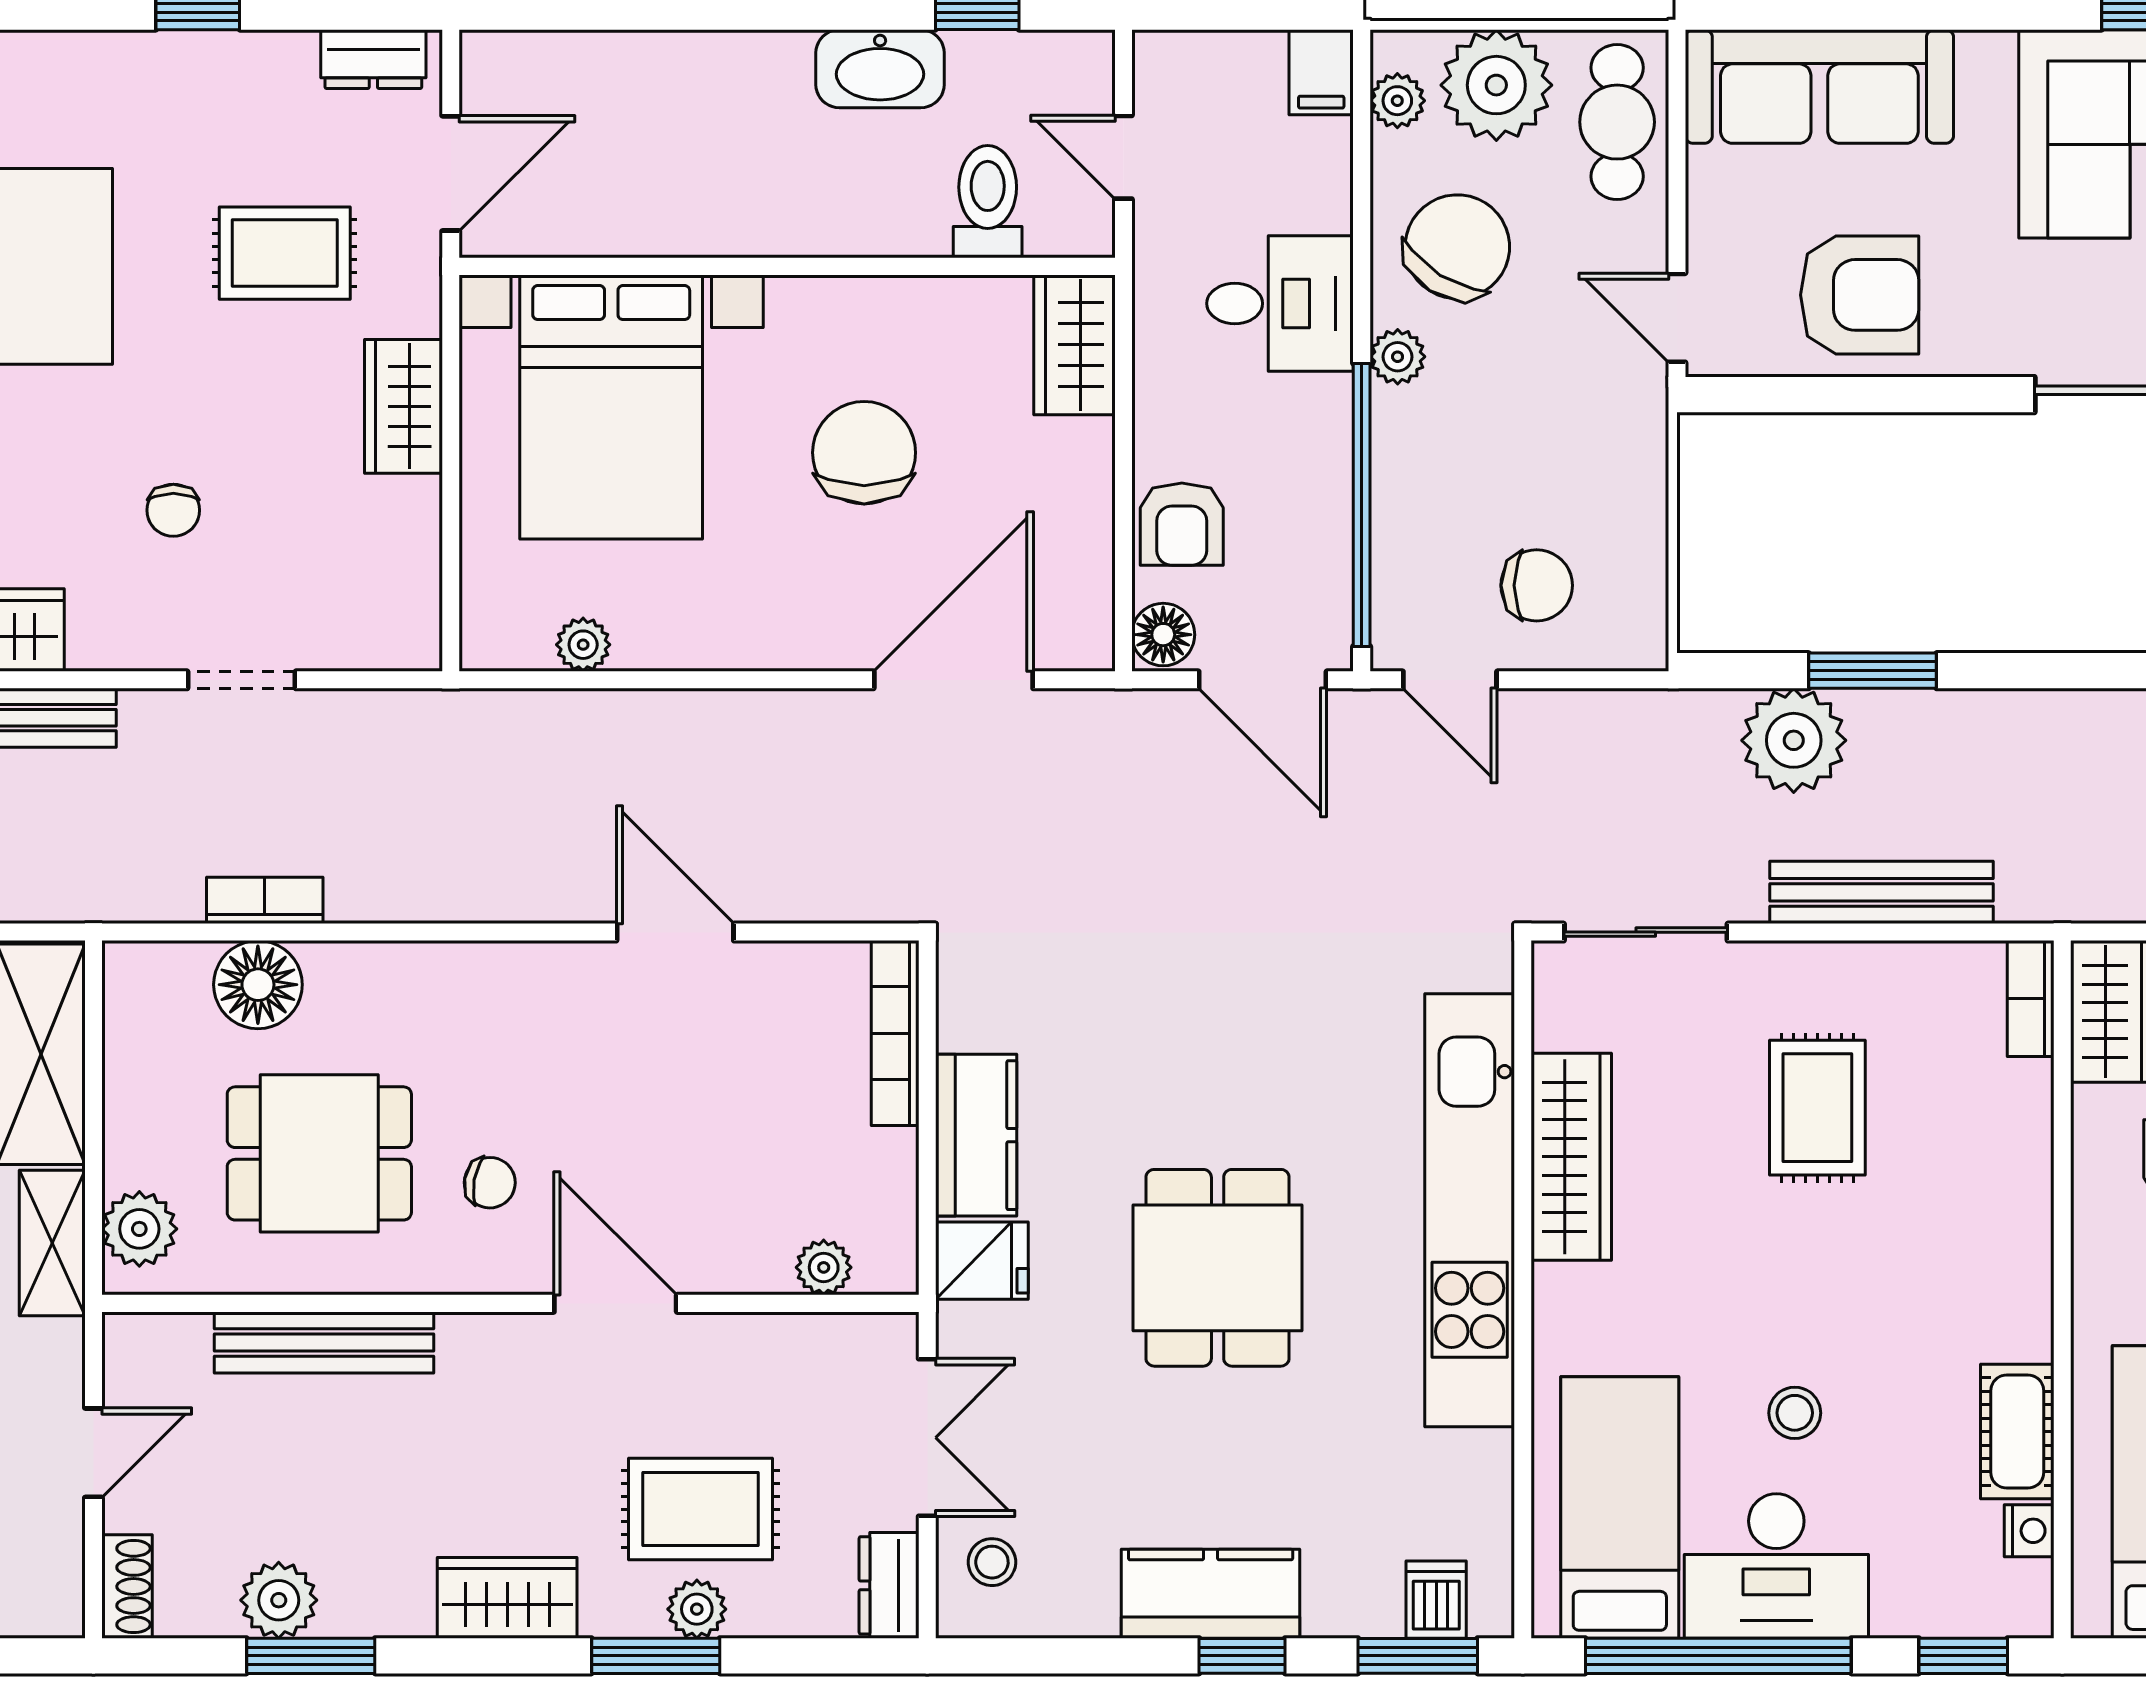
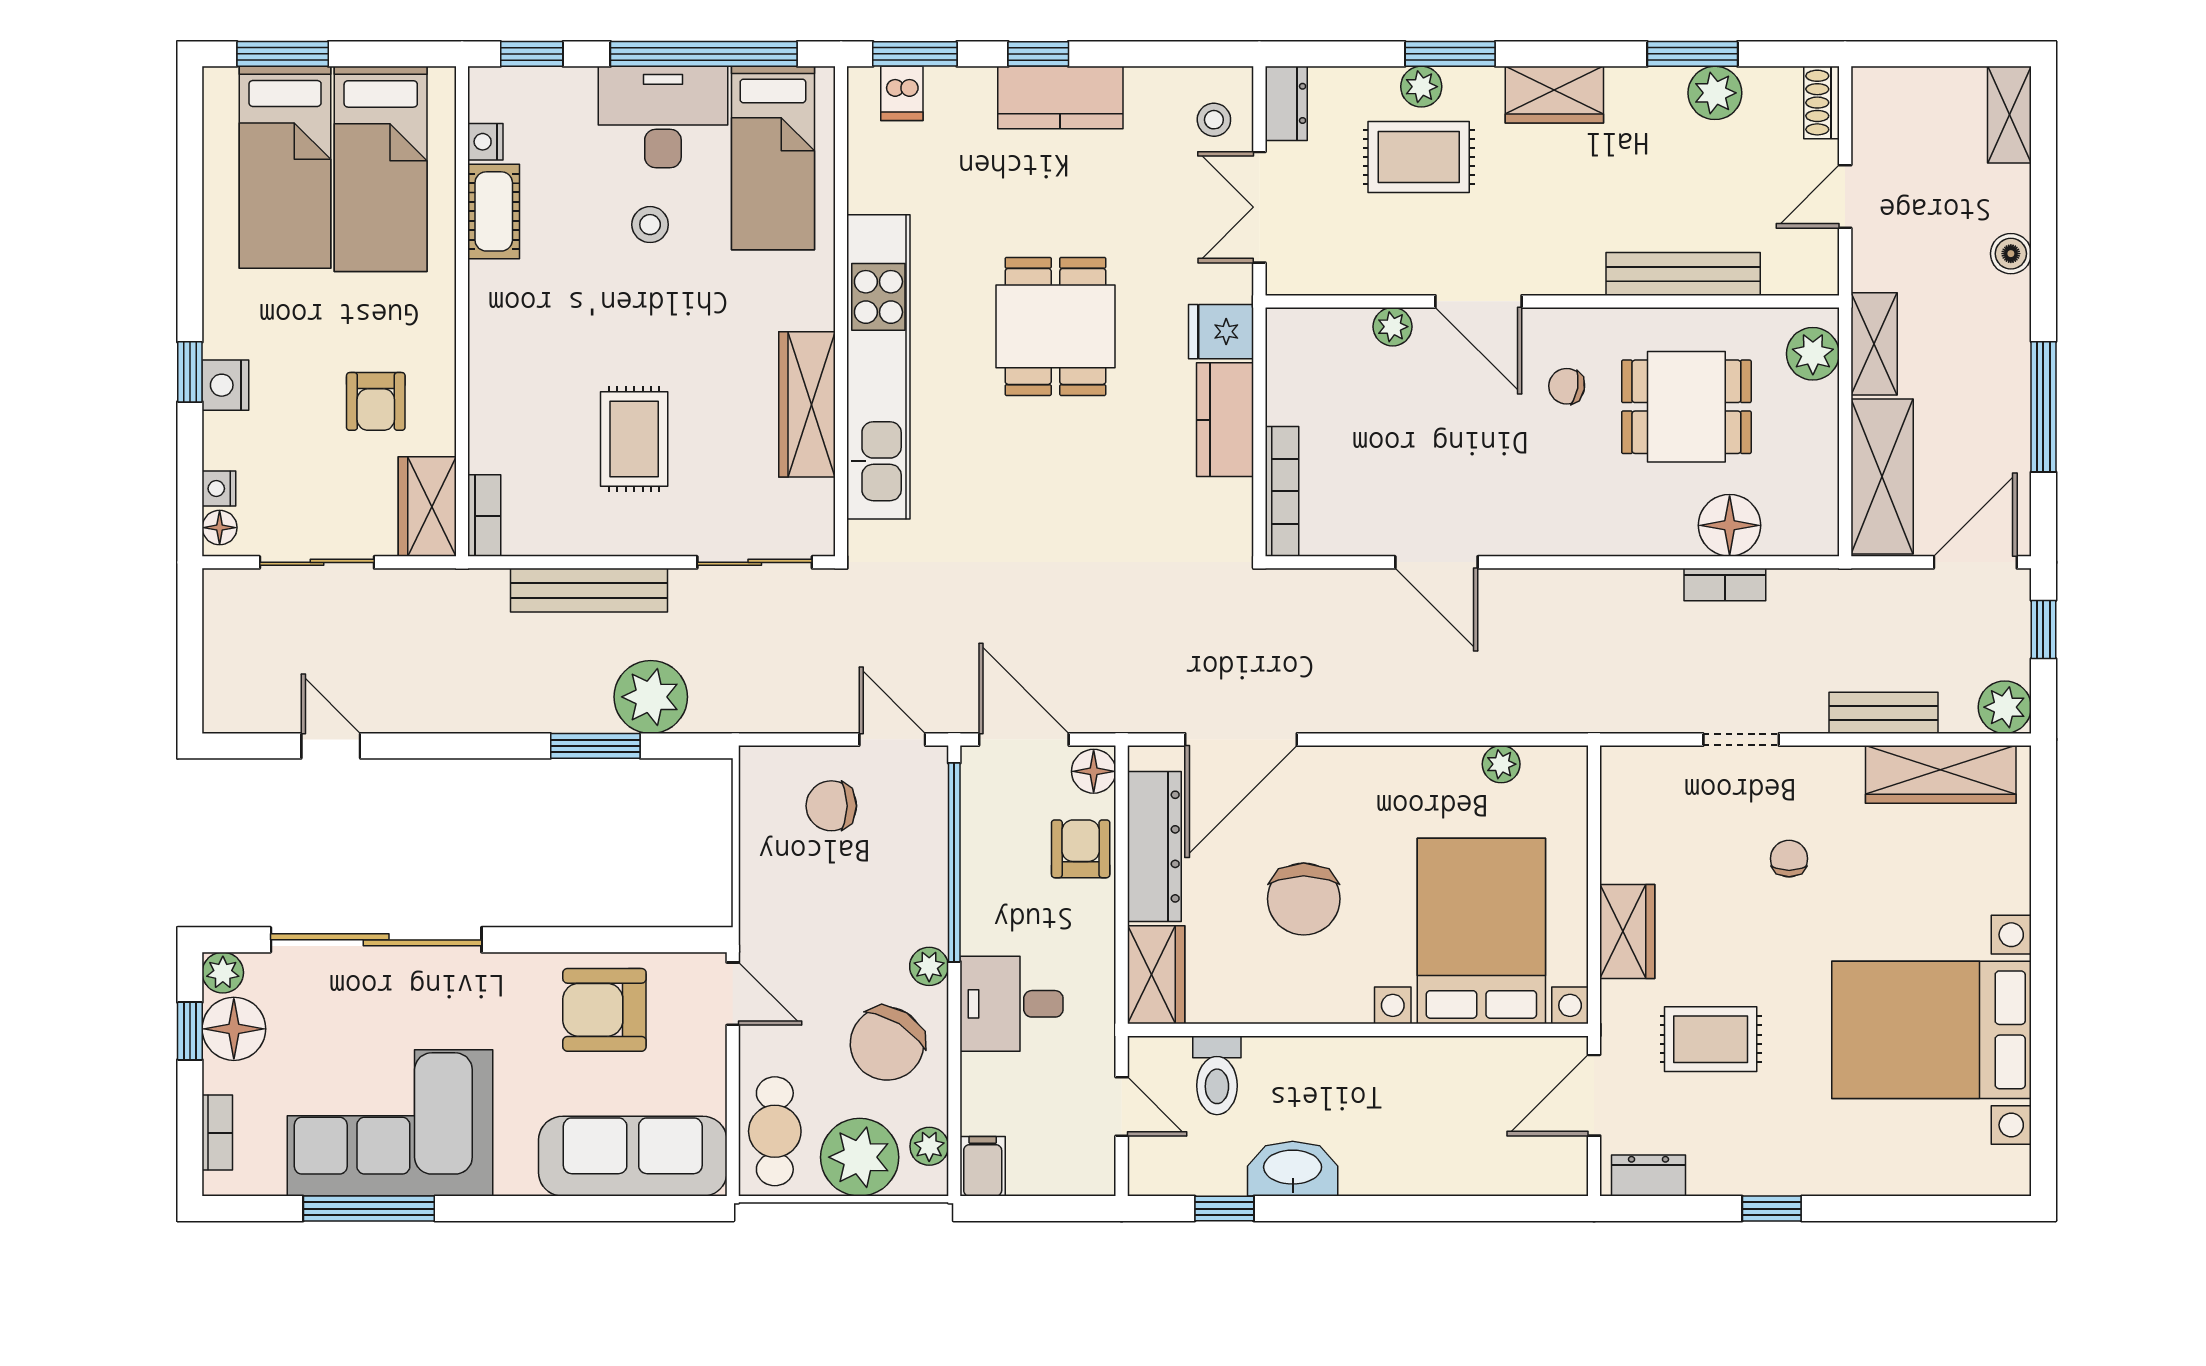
dresser: (1077, 527) -> (1154, 847), added
plant: (824, 1267) -> (1393, 327), moved

